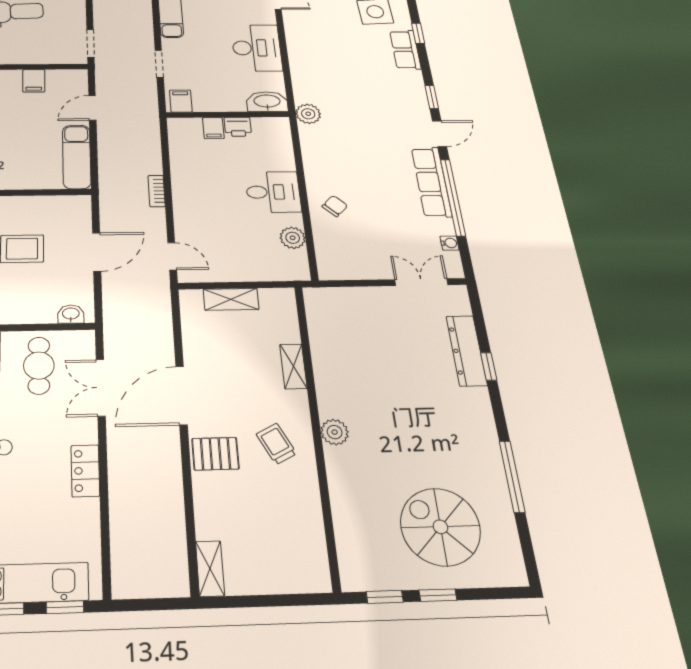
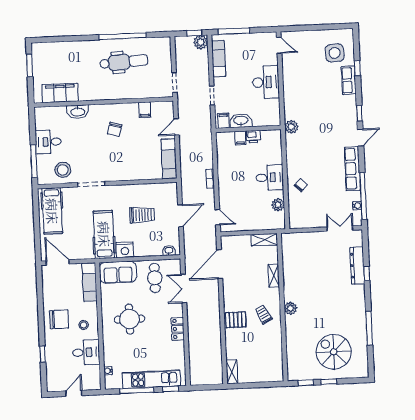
washbasin: (267, 102) -> (241, 121), moved
window: (453, 197) -> (363, 196), moved
shelving: (231, 299) -> (264, 240), moved
door: (182, 395) -> (220, 264), moved

